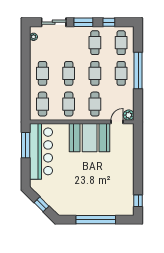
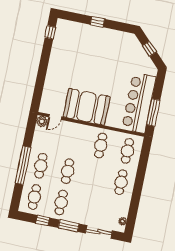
cafe table: (69, 73) -> (94, 177), removed
cafe table: (95, 104) -> (74, 140), removed
window: (96, 220) -> (97, 22), width x0.32

